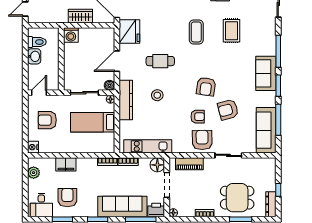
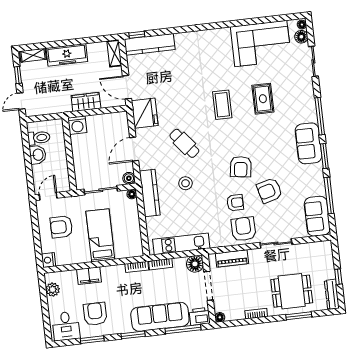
cafe table: (160, 61) -> (184, 143), turned 51
bed: (93, 122) -> (100, 235), moved, turned 90
sofa: (266, 130) -> (317, 216), width x0.73

